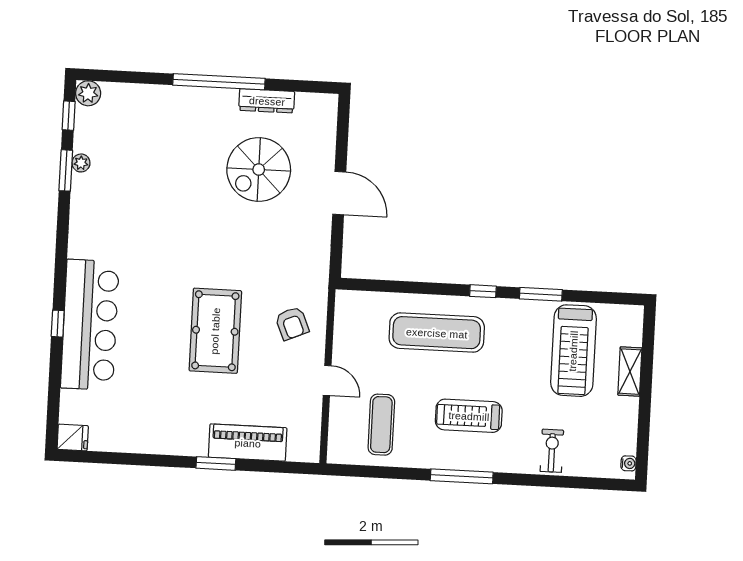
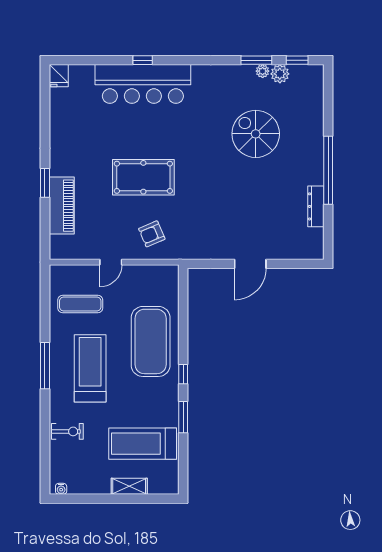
plant: (88, 93) -> (280, 74), moved
spiral stairs: (259, 169) -> (256, 134), moved
exercise mat: (437, 333) -> (151, 341), width x1.47
treadmill: (469, 416) -> (90, 368), width x1.37, depth x1.38

